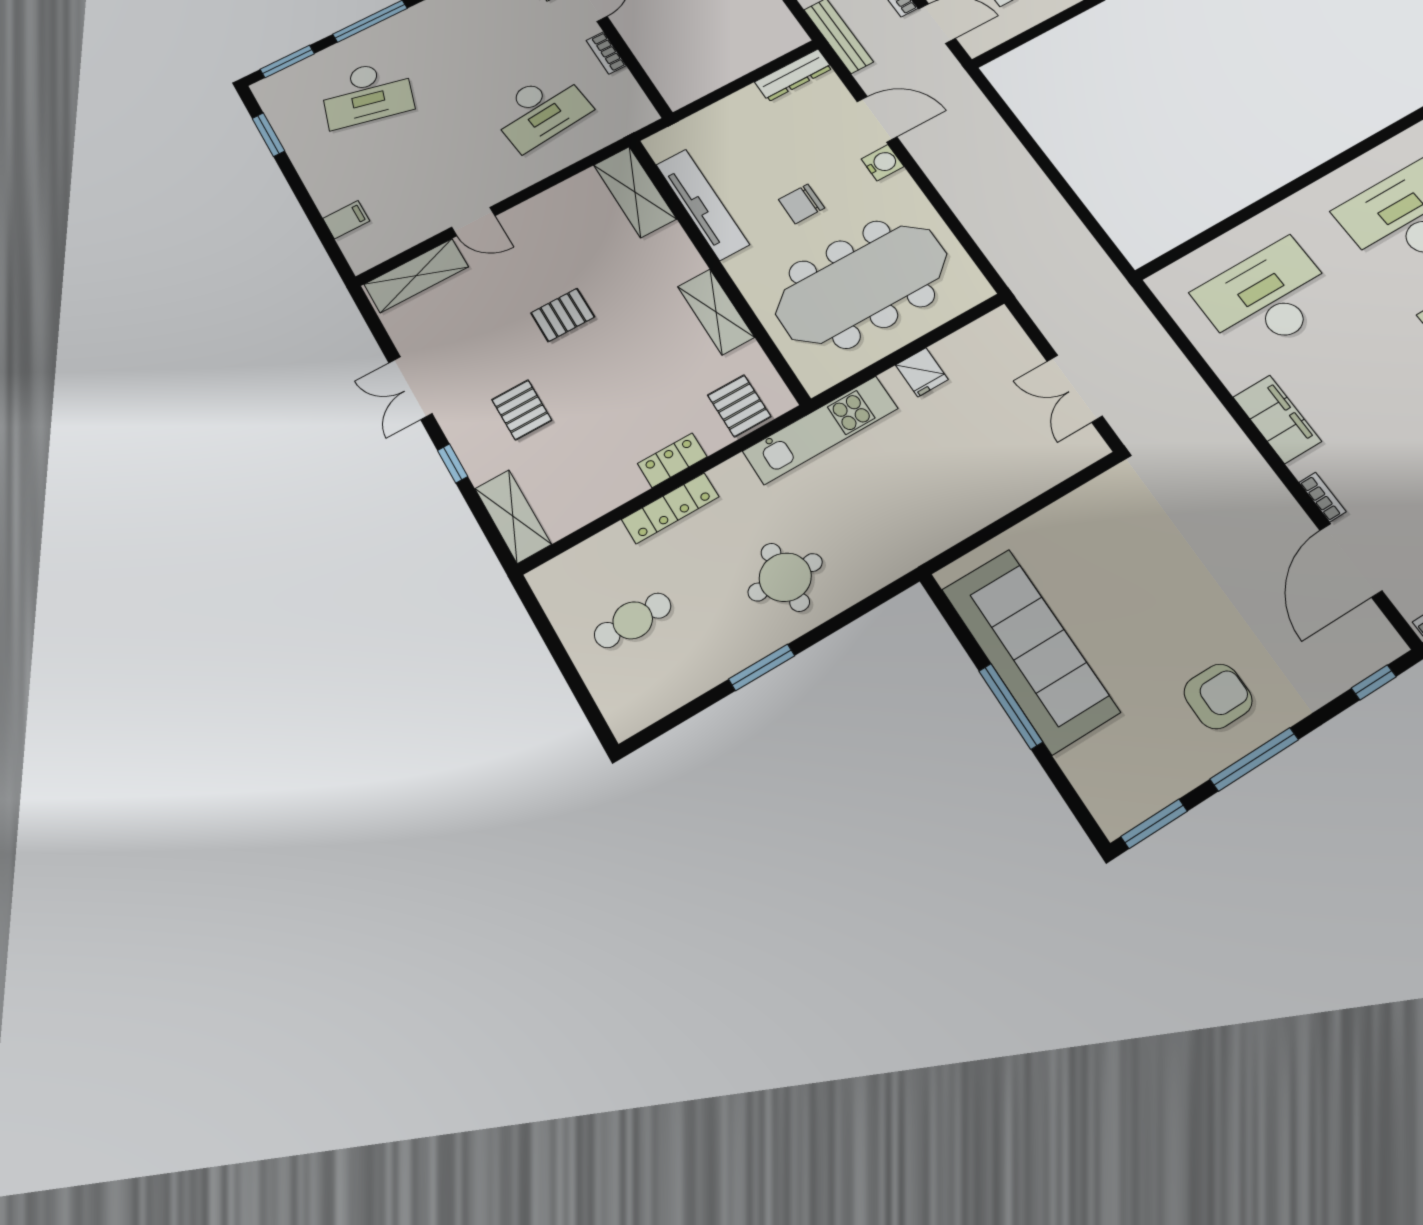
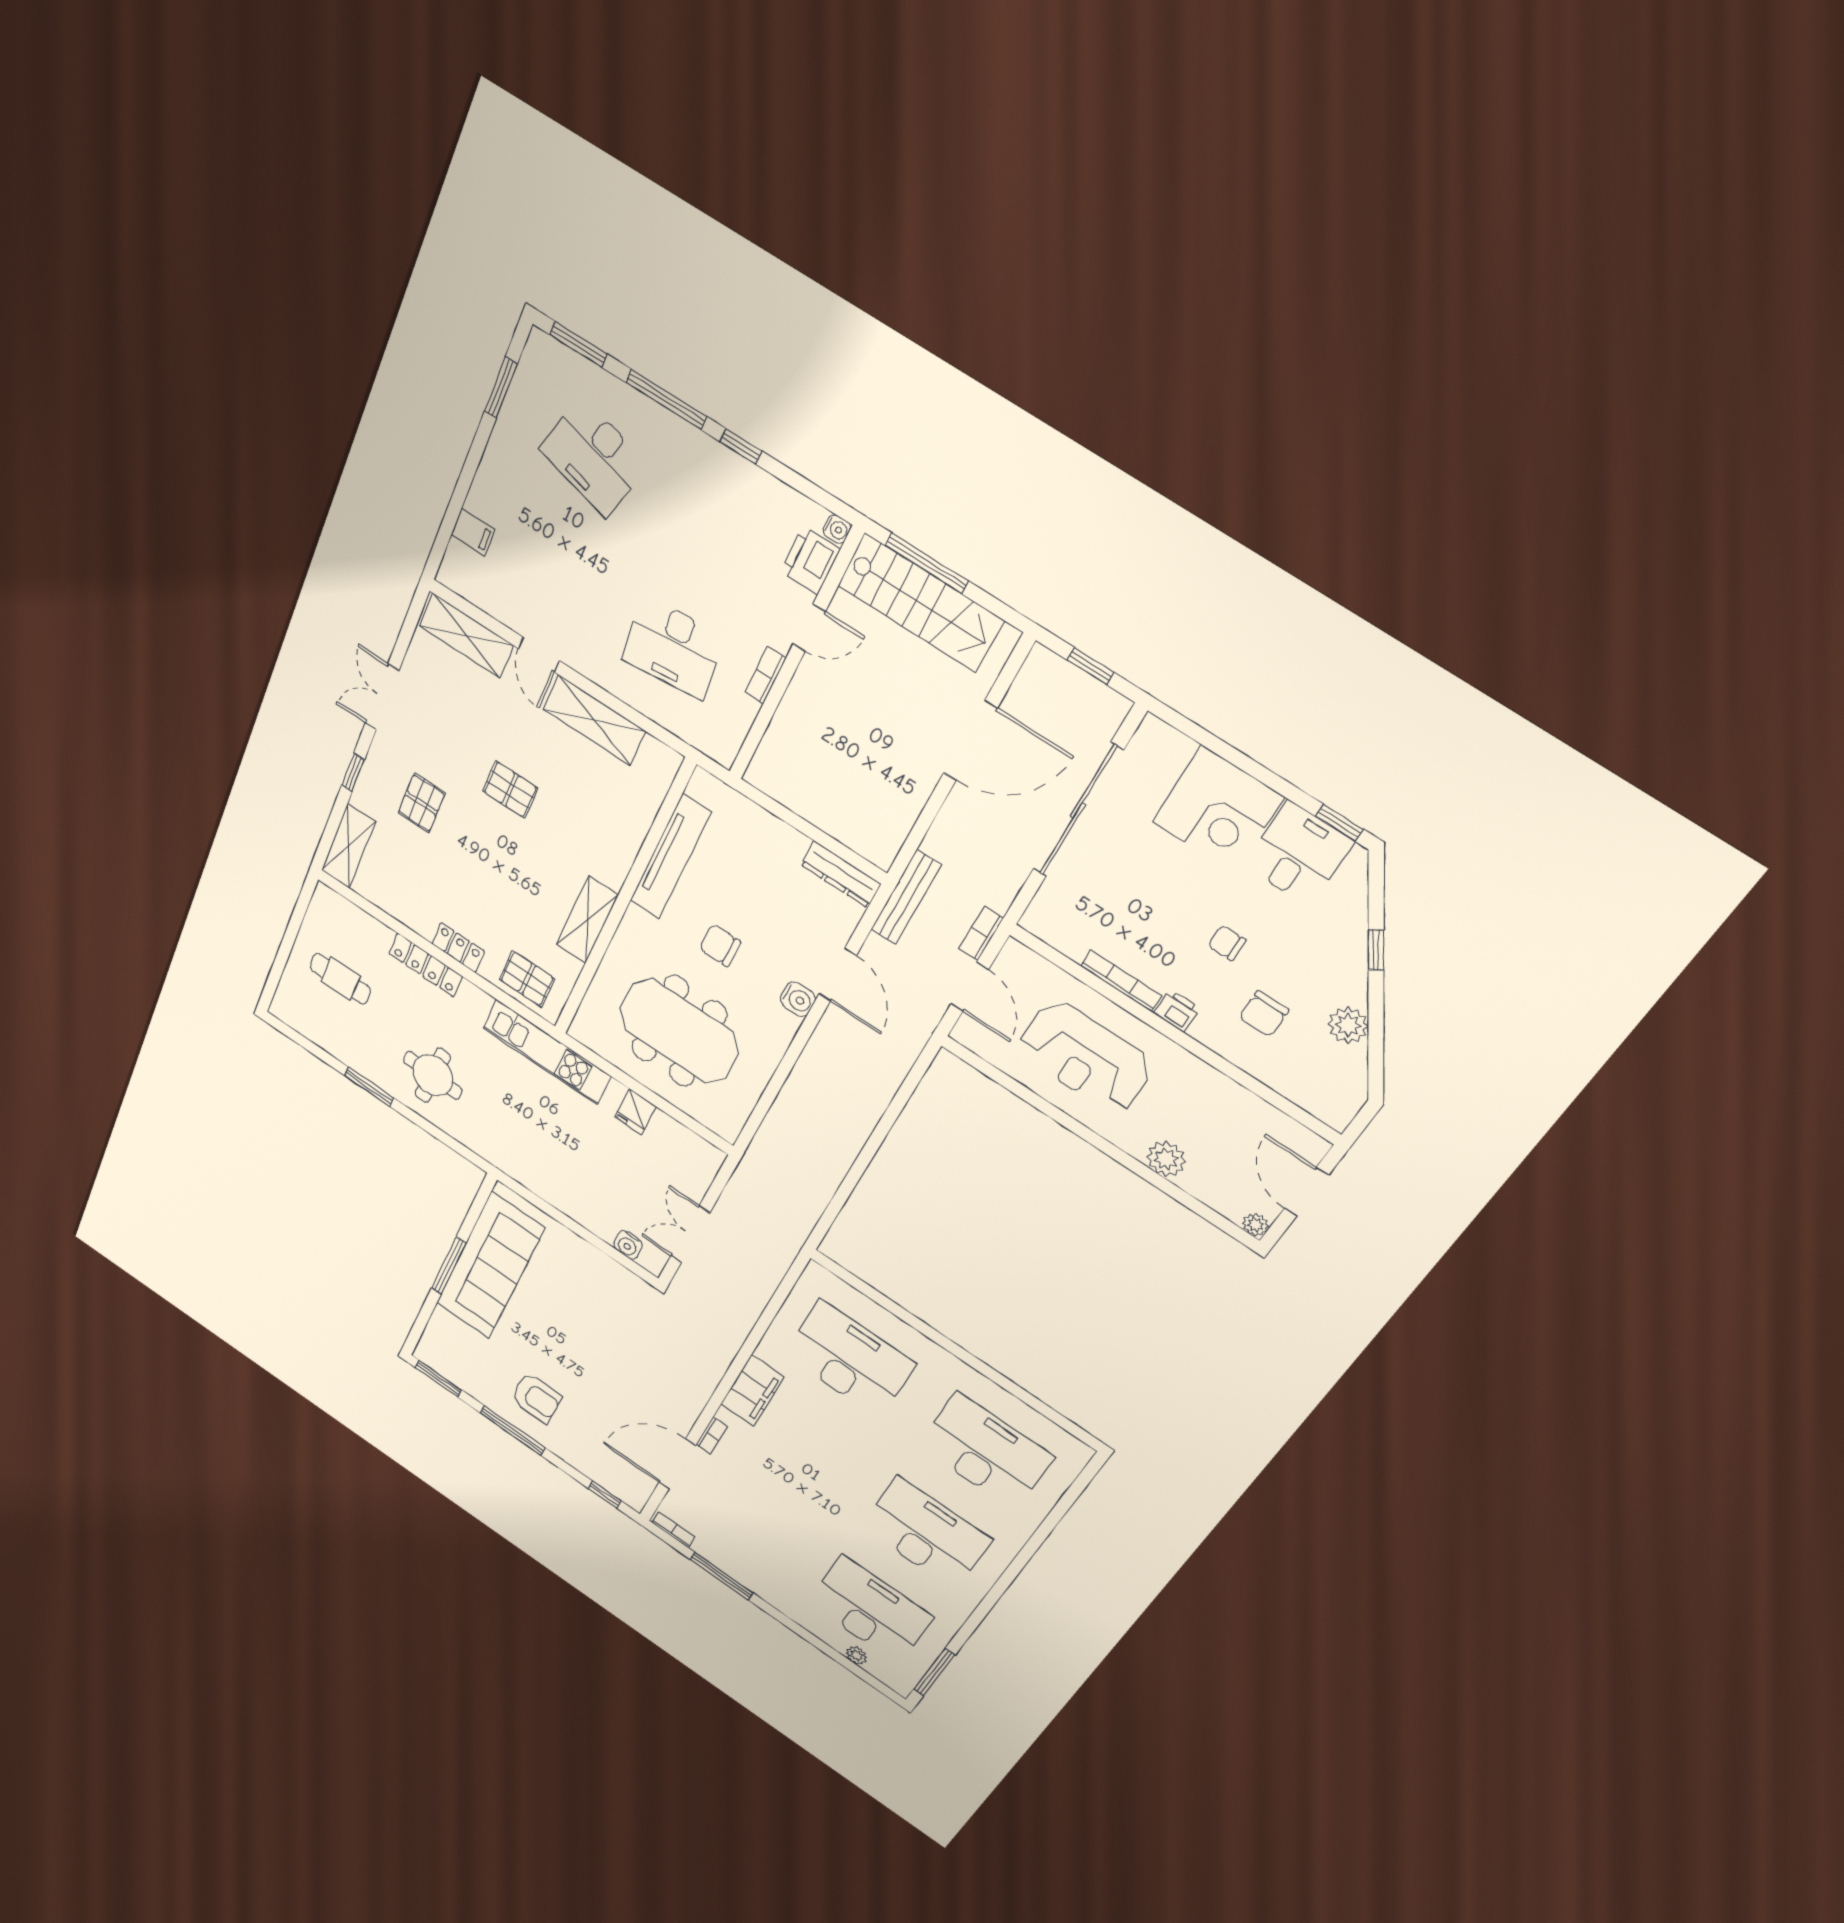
shelving: (635, 192) -> (594, 720), moved, turned 90
meeting table: (862, 284) -> (679, 1031), width x0.73
pallet: (739, 406) -> (527, 979), turned 90
water cooler: (1062, 464) -> (628, 1245), added

